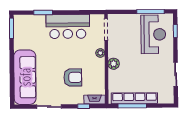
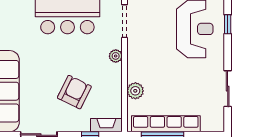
plant: (114, 64) -> (135, 91), moved
armchair: (73, 77) -> (74, 92), turned -64

